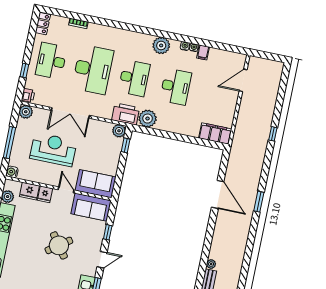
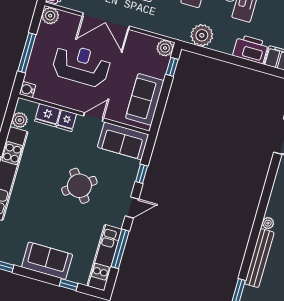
printer: (126, 114) -> (251, 49), moved
sofa: (96, 184) -> (145, 99), moved, turned -90
door: (66, 190) -> (93, 117), hinge flipped

